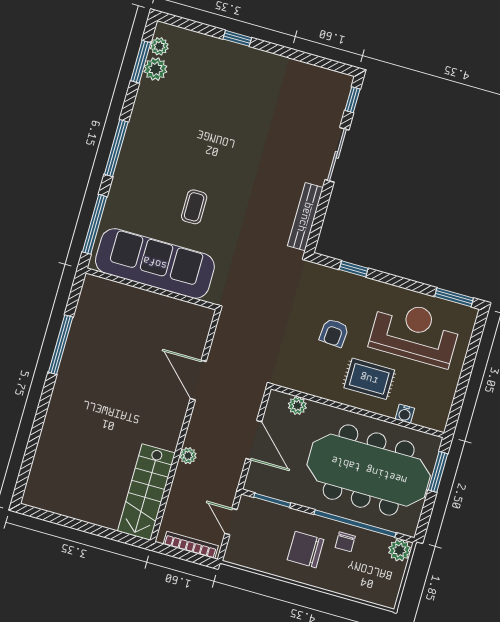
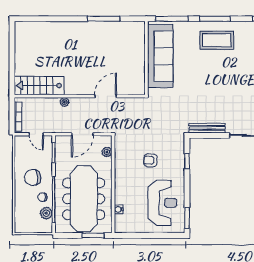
coffee table: (194, 207) -> (217, 40), moved, width x1.86, depth x1.72
rug: (369, 379) -> (132, 186), removed
door: (231, 522) -> (36, 134), swing flipped
chair: (306, 550) -> (33, 178), turned -94
plant: (400, 550) -> (46, 213), moved

